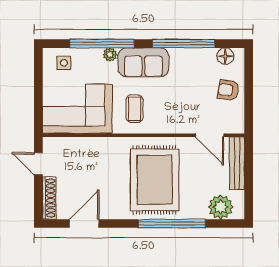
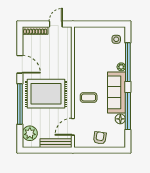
floor lamp: (225, 56) -> (120, 119), moved
sofa: (143, 62) -> (116, 92), width x1.36
corner sofa: (77, 109) -> (89, 47), removed
coffee table: (135, 109) -> (89, 97), moved
door: (84, 223) -> (20, 64), moved

